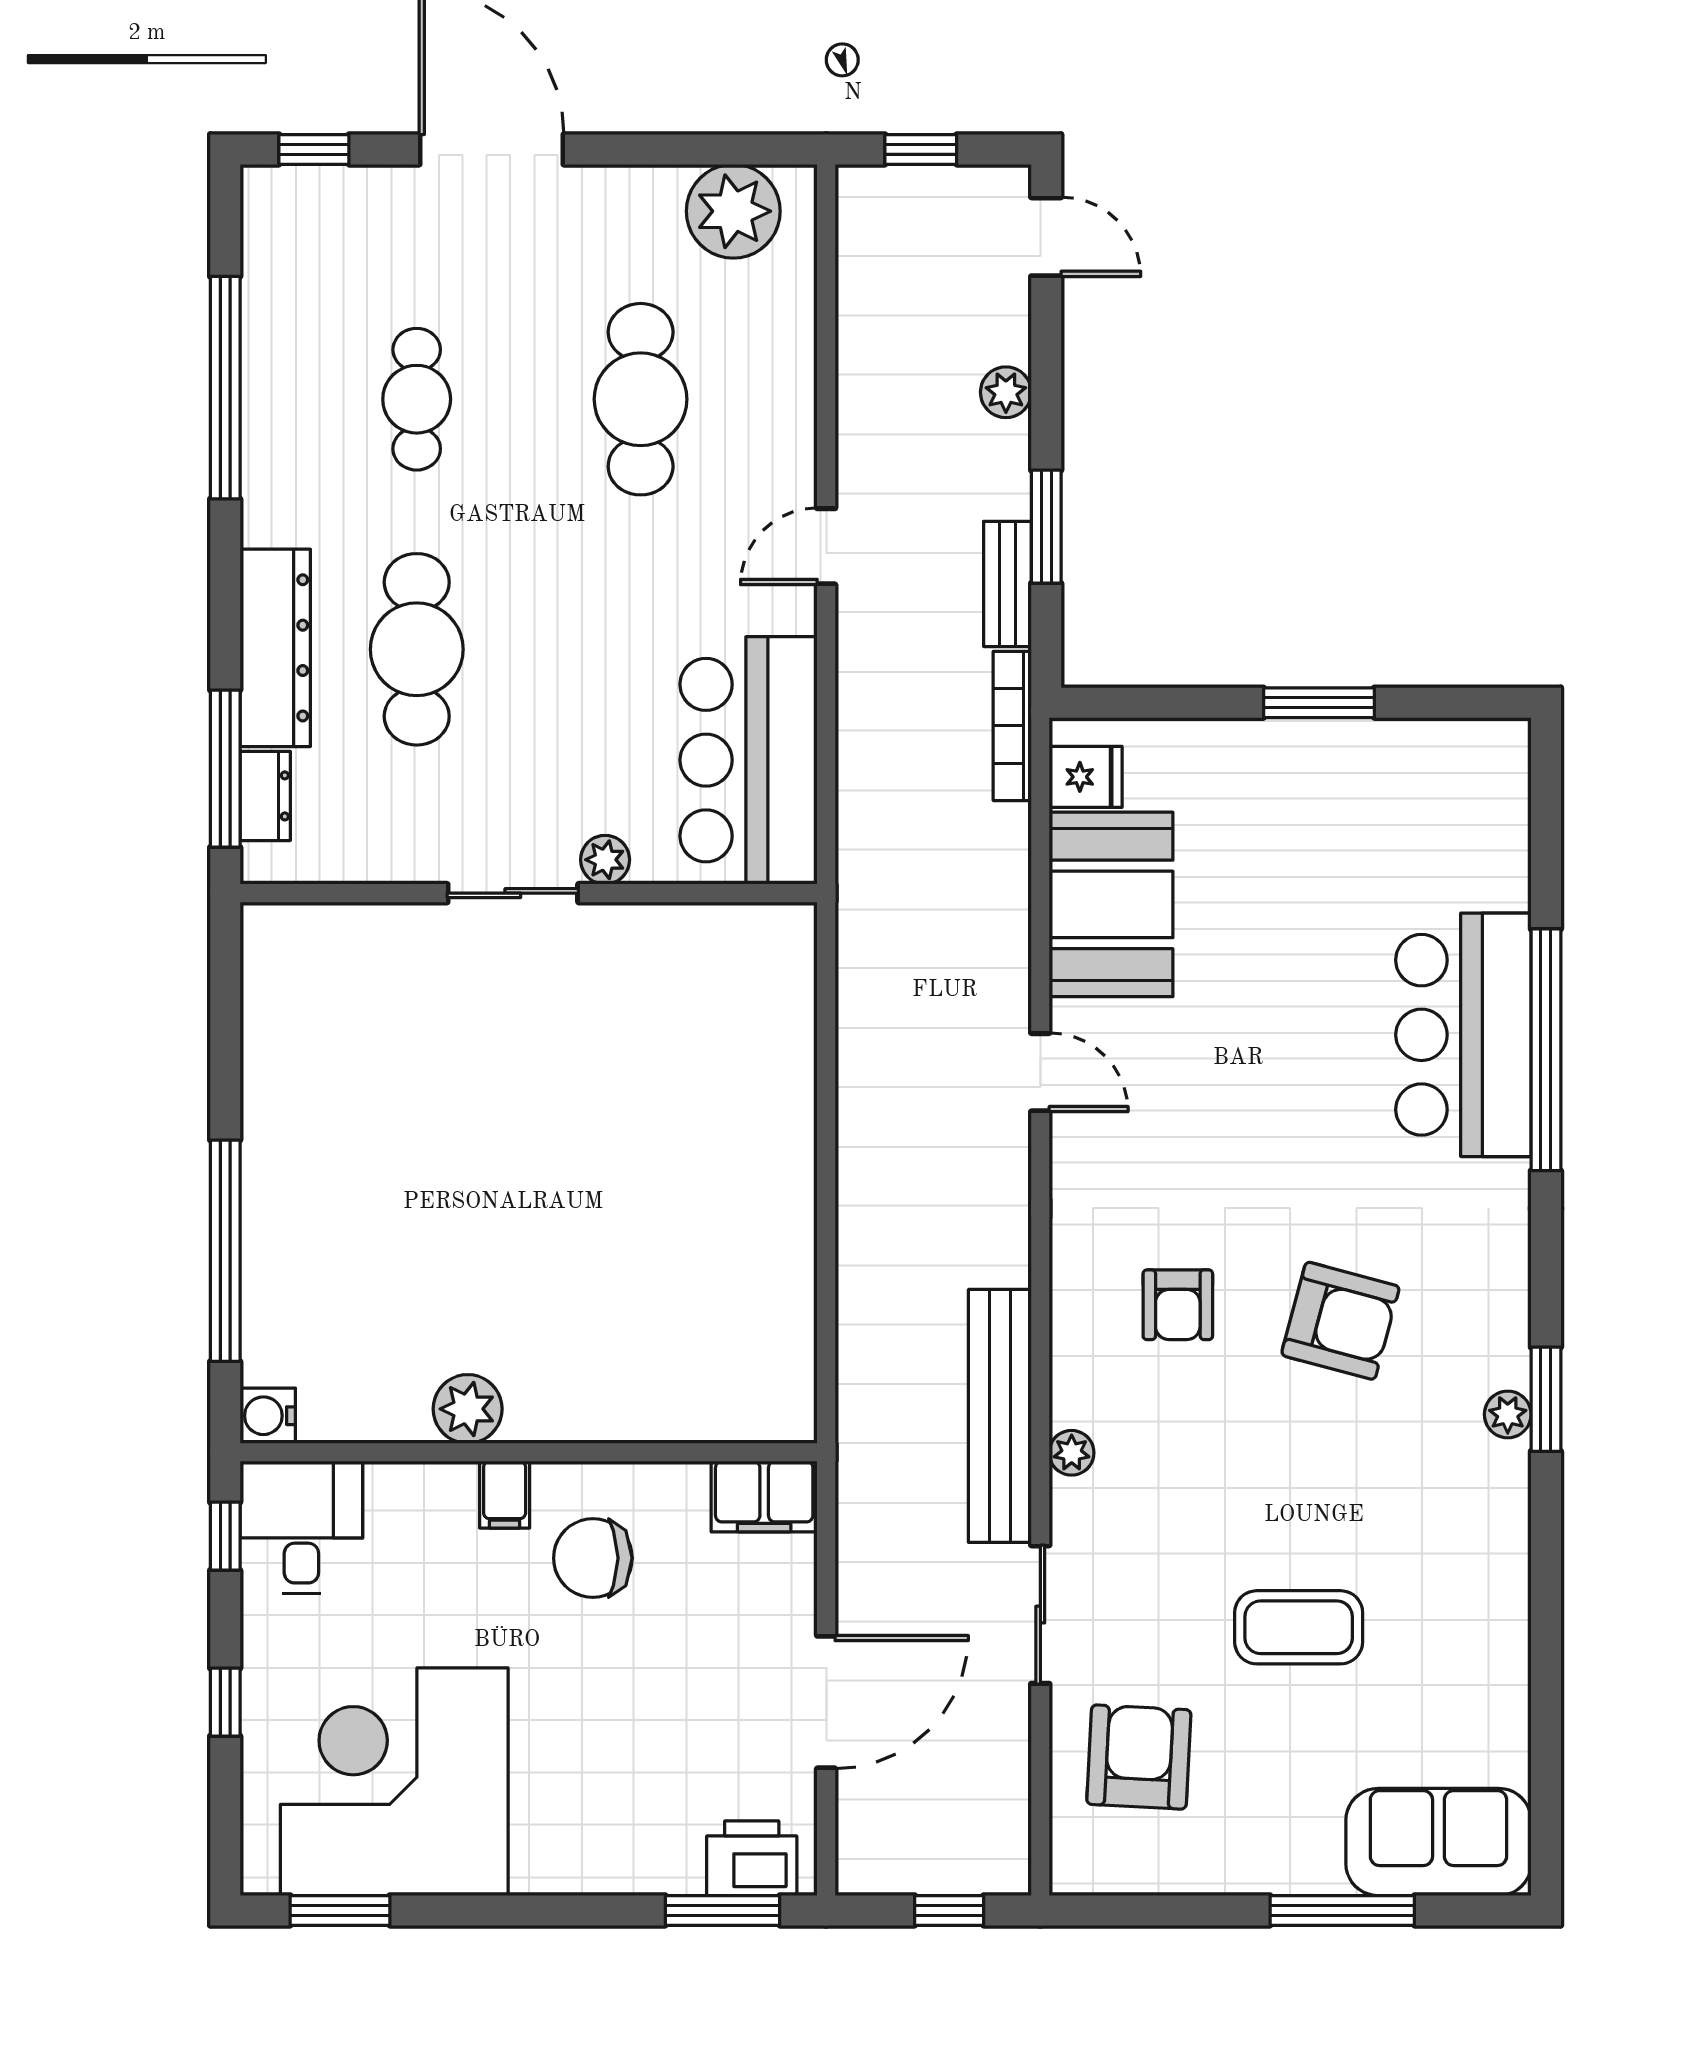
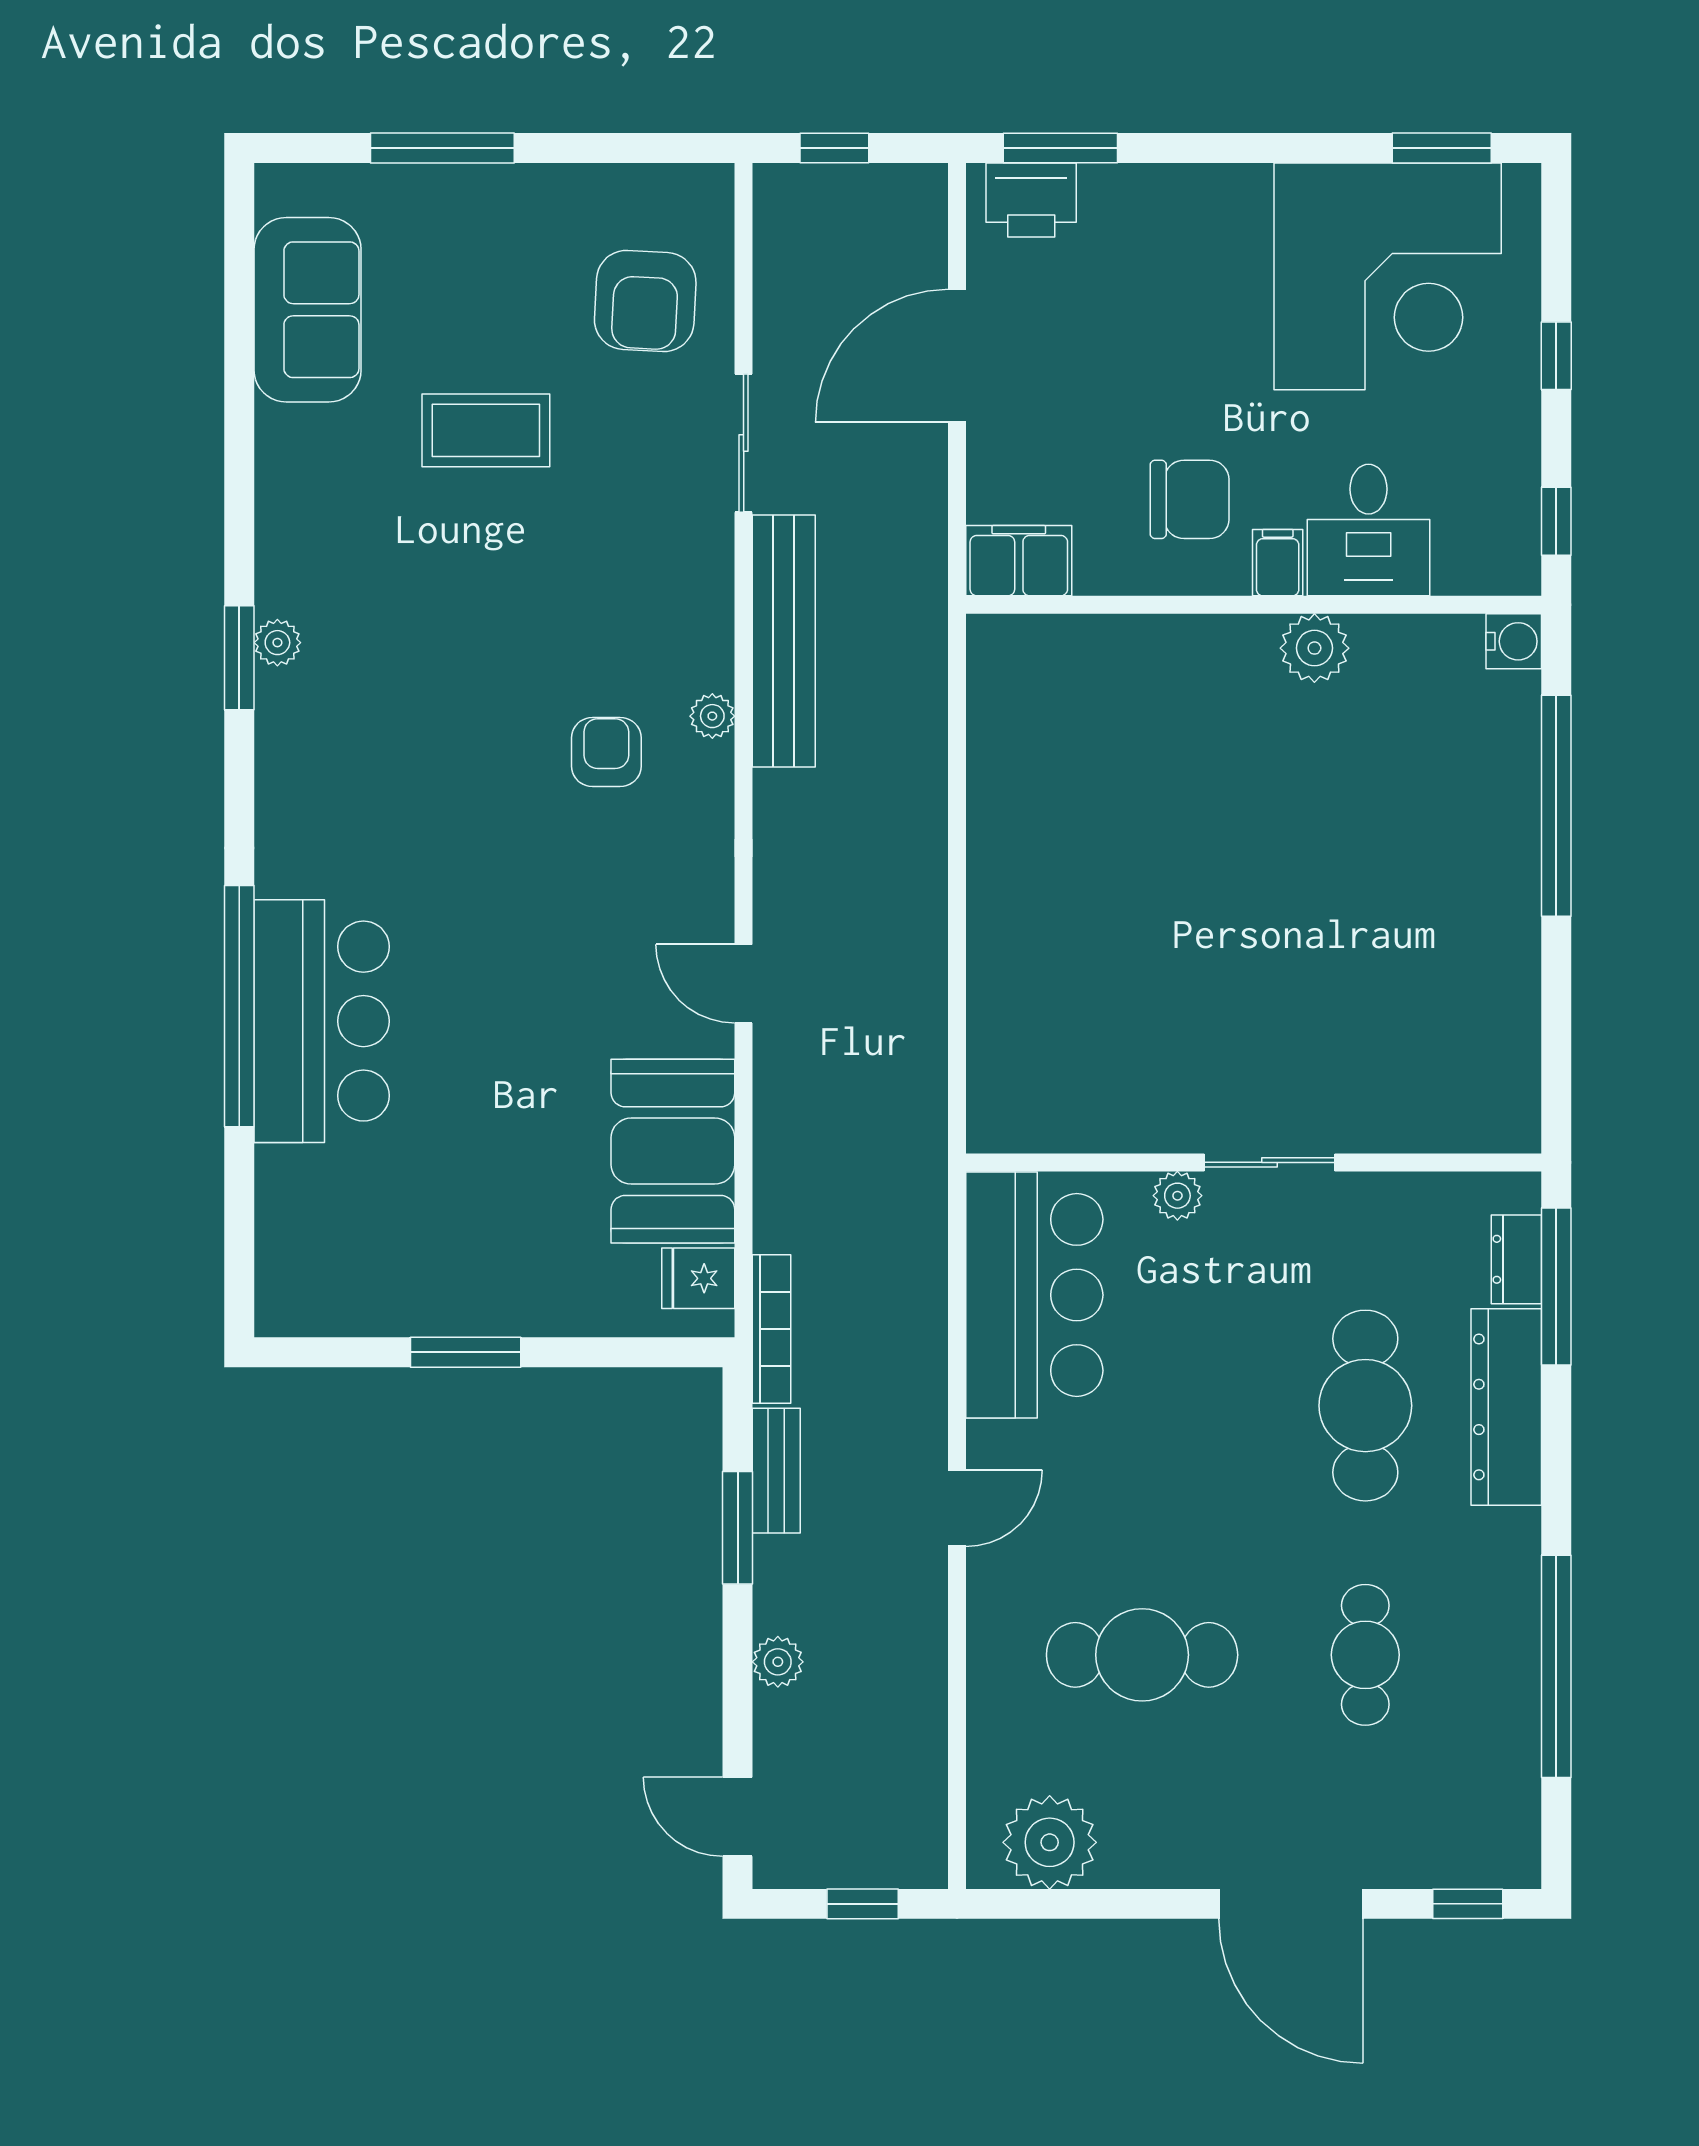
cafe table: (641, 399) -> (1142, 1655), turned 90
armchair: (1340, 1321) -> (444, 736), removed
plant: (1072, 1453) -> (712, 716), moved
desk: (301, 1527) -> (1369, 530), moved
sofa: (1438, 1842) -> (308, 310), moved, turned -90

